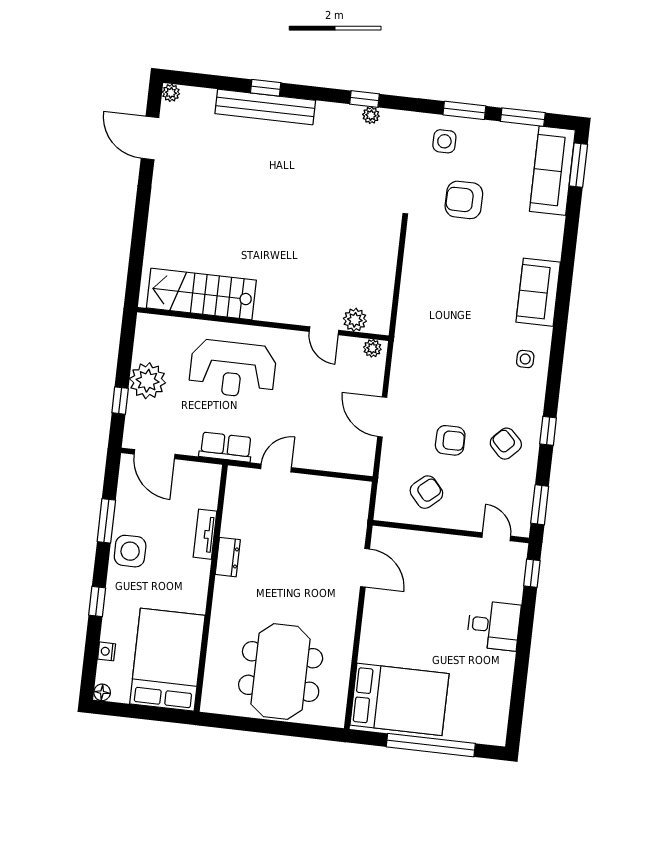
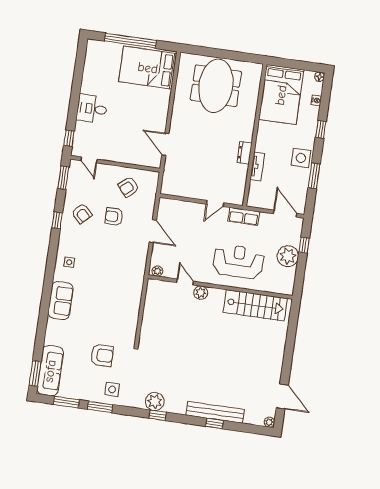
plant: (371, 115) -> (155, 401), width x1.87, depth x1.87
plant: (355, 320) -> (201, 293), moved

